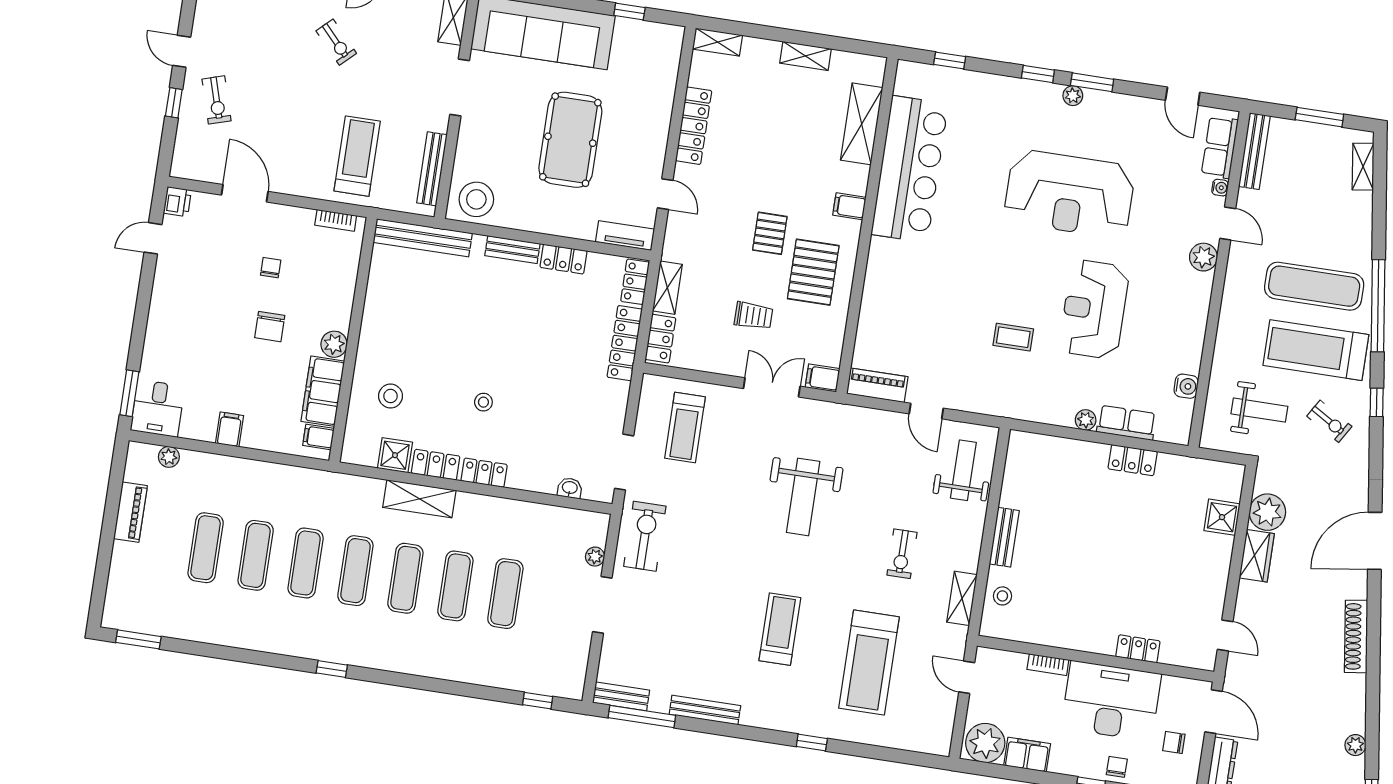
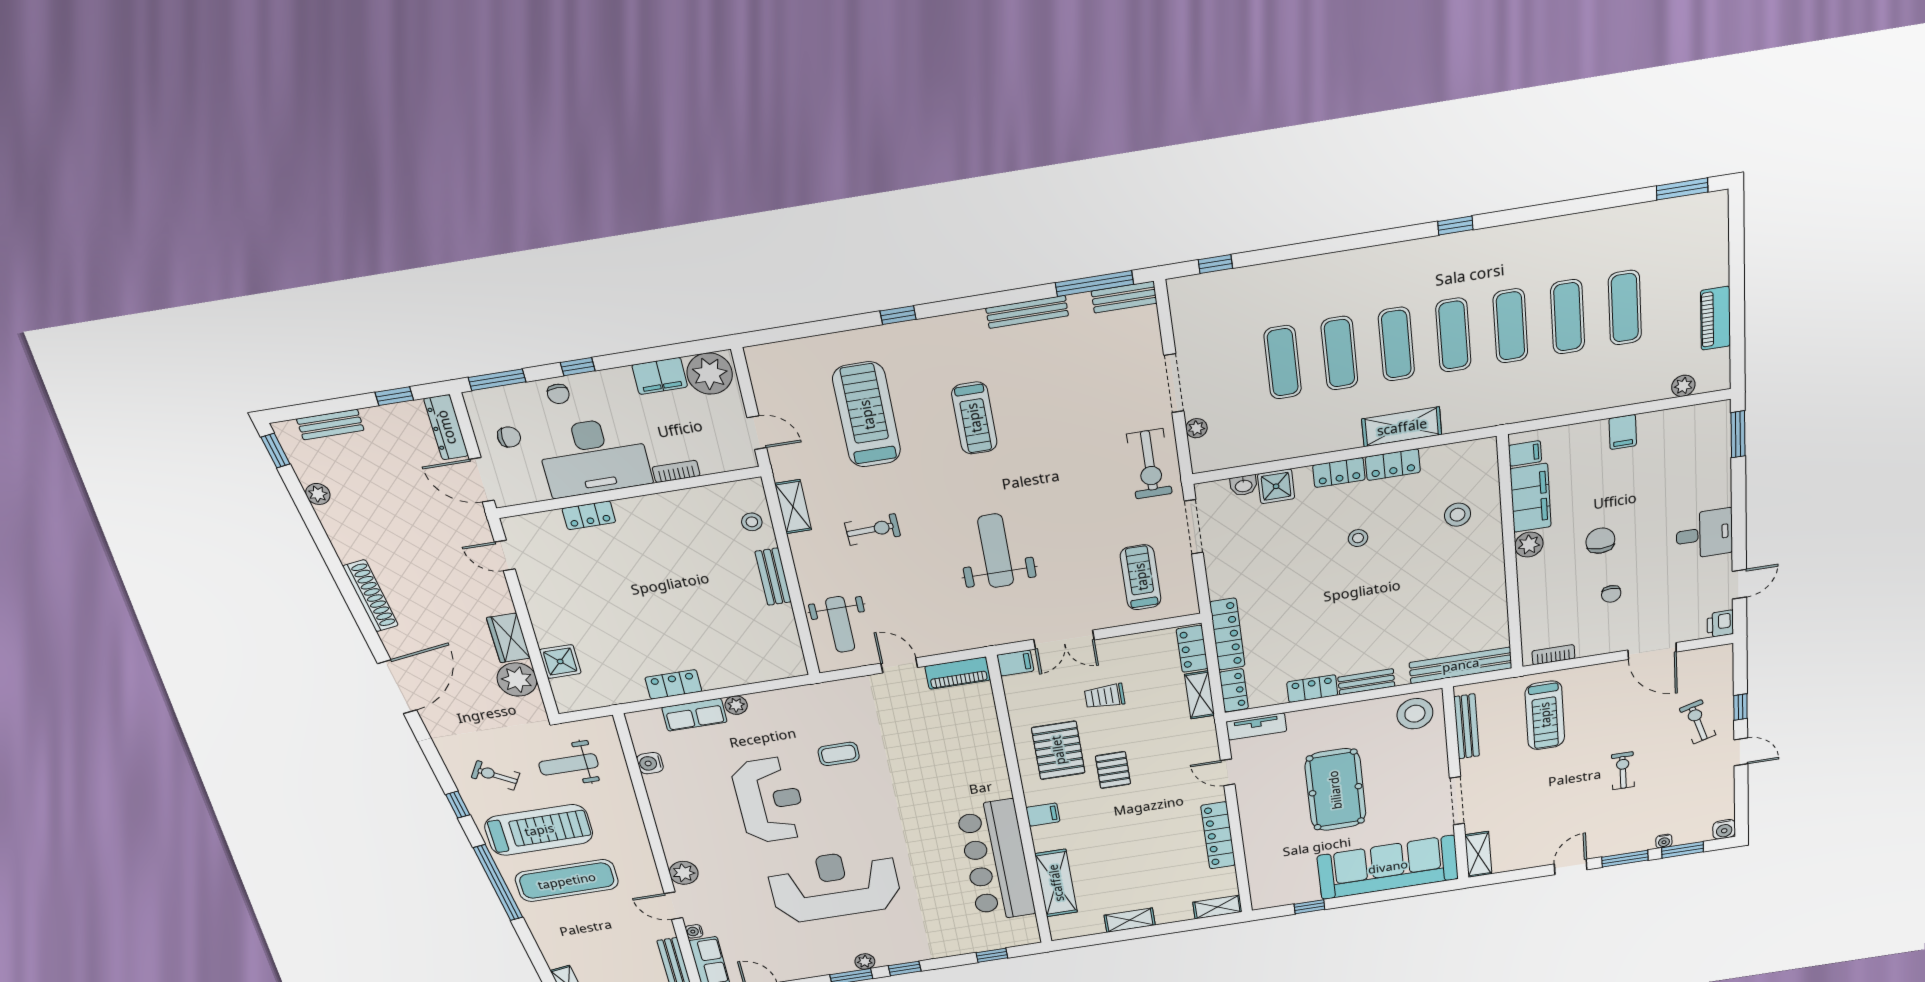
exercise bike: (336, 42) -> (1623, 771), moved, turned 43
desk: (158, 408) -> (1704, 534), moved, turned 90
shower: (395, 455) -> (1276, 486), moved
exercise bike: (902, 554) -> (873, 529), turned 88

